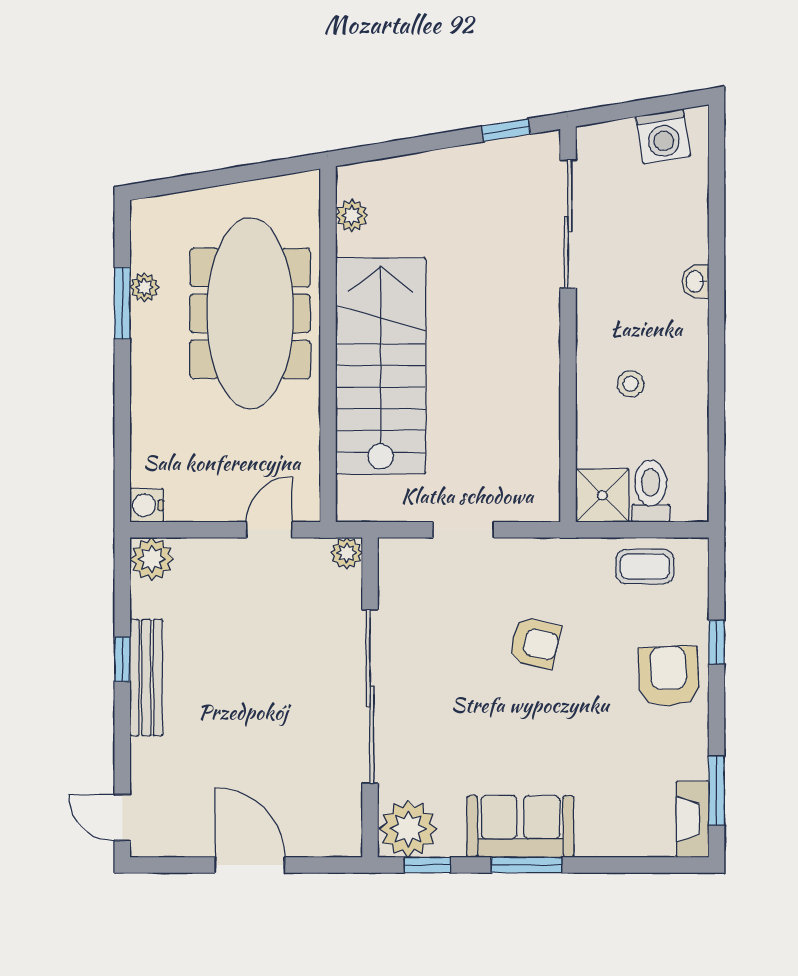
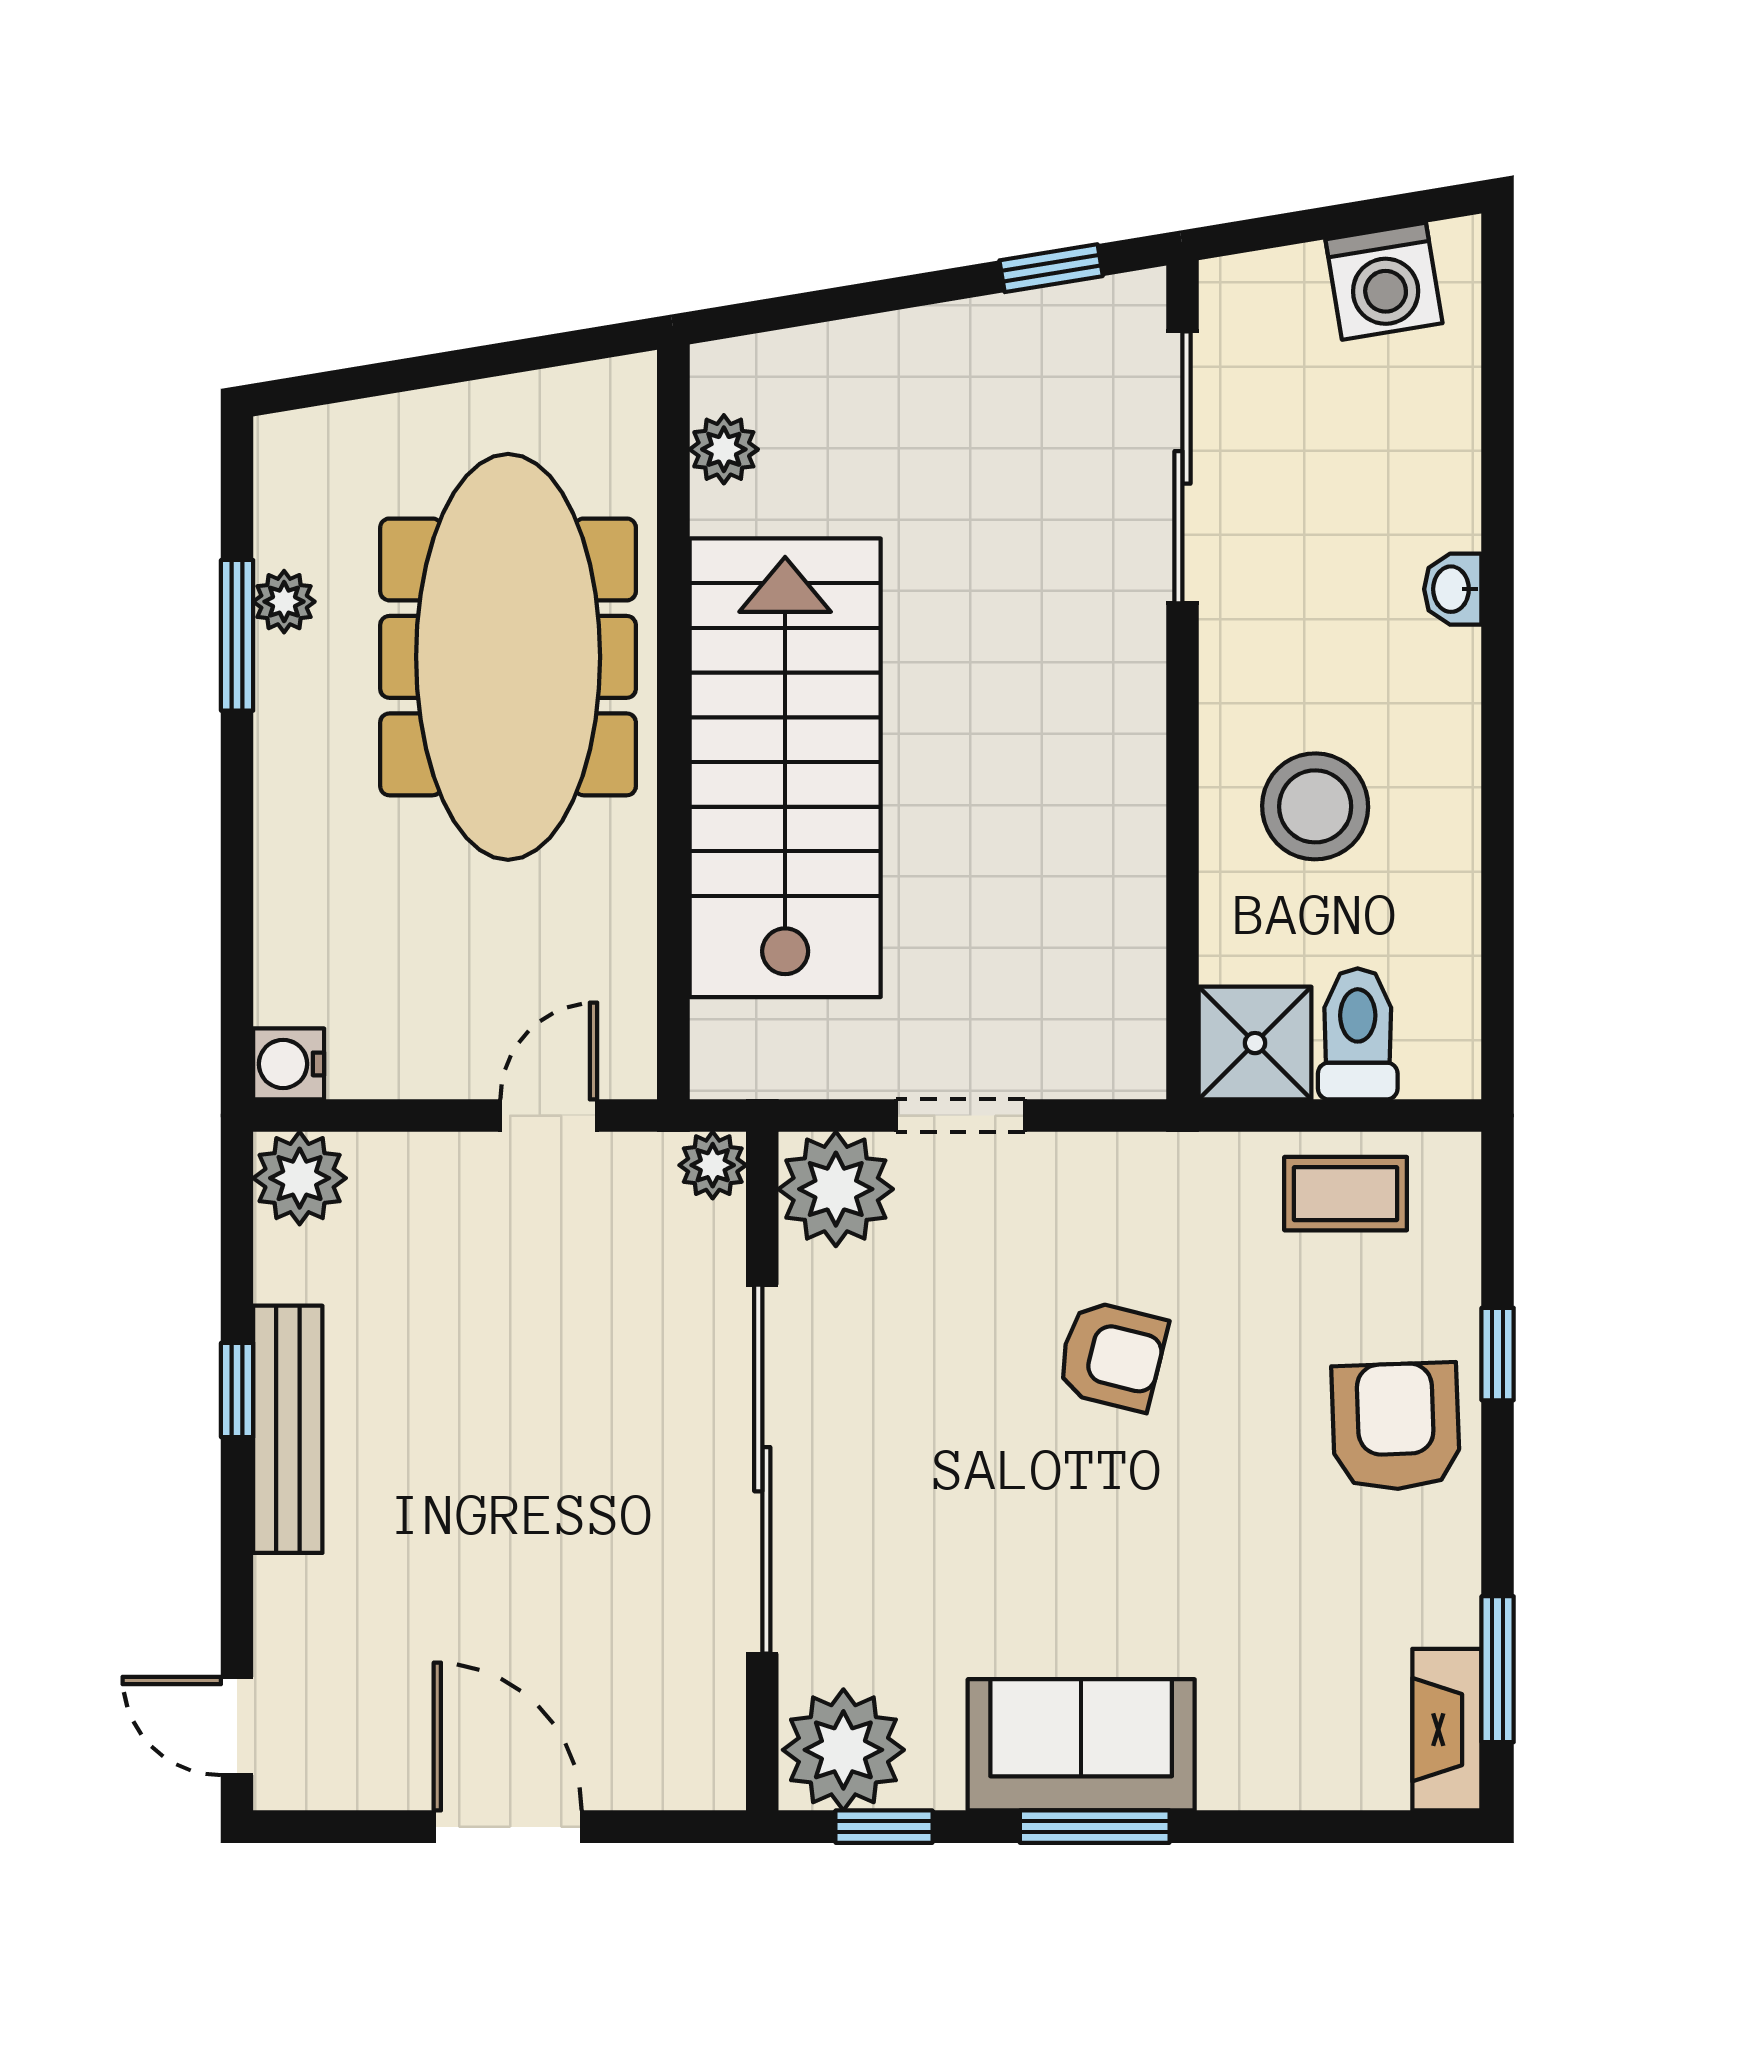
stool: (631, 384) -> (1315, 806), width x1.89, depth x1.89
plant: (405, 564) -> (836, 1189), added

